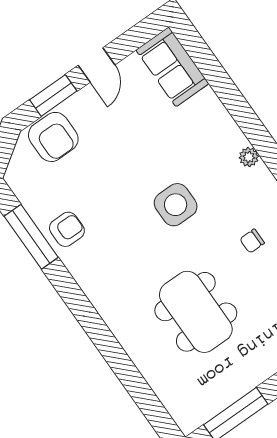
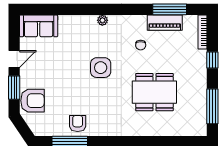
door: (96, 65) -> (14, 59), hinge flipped

